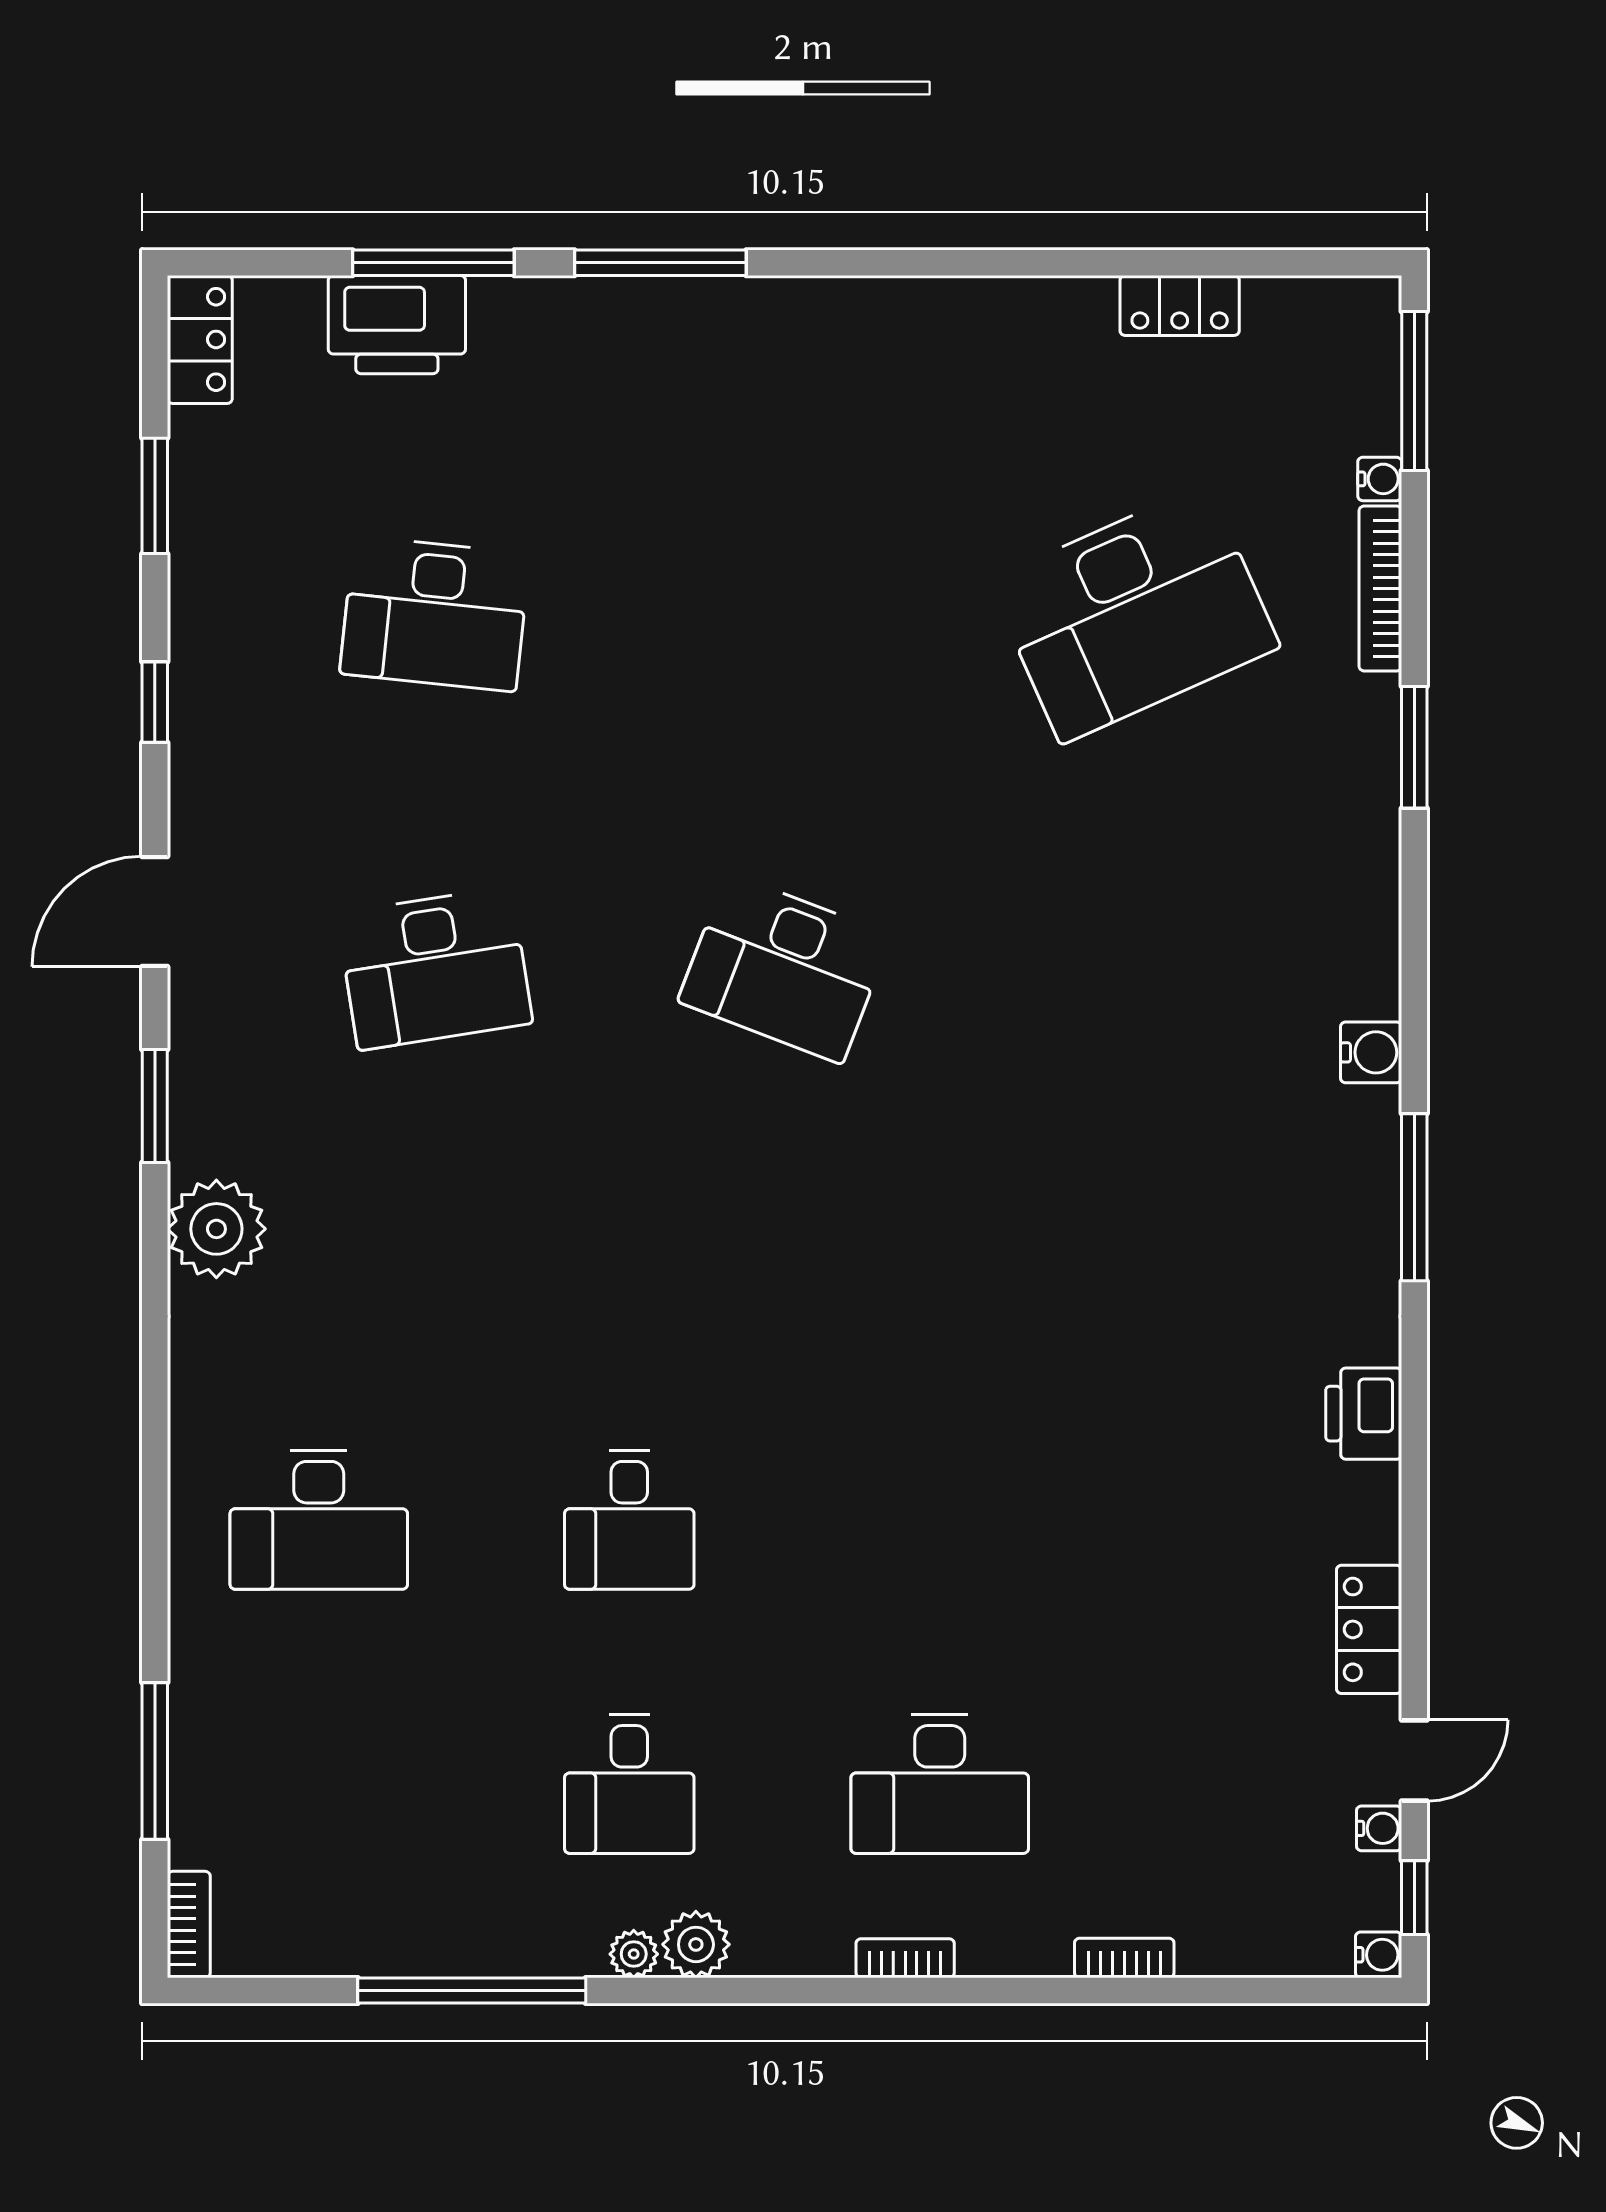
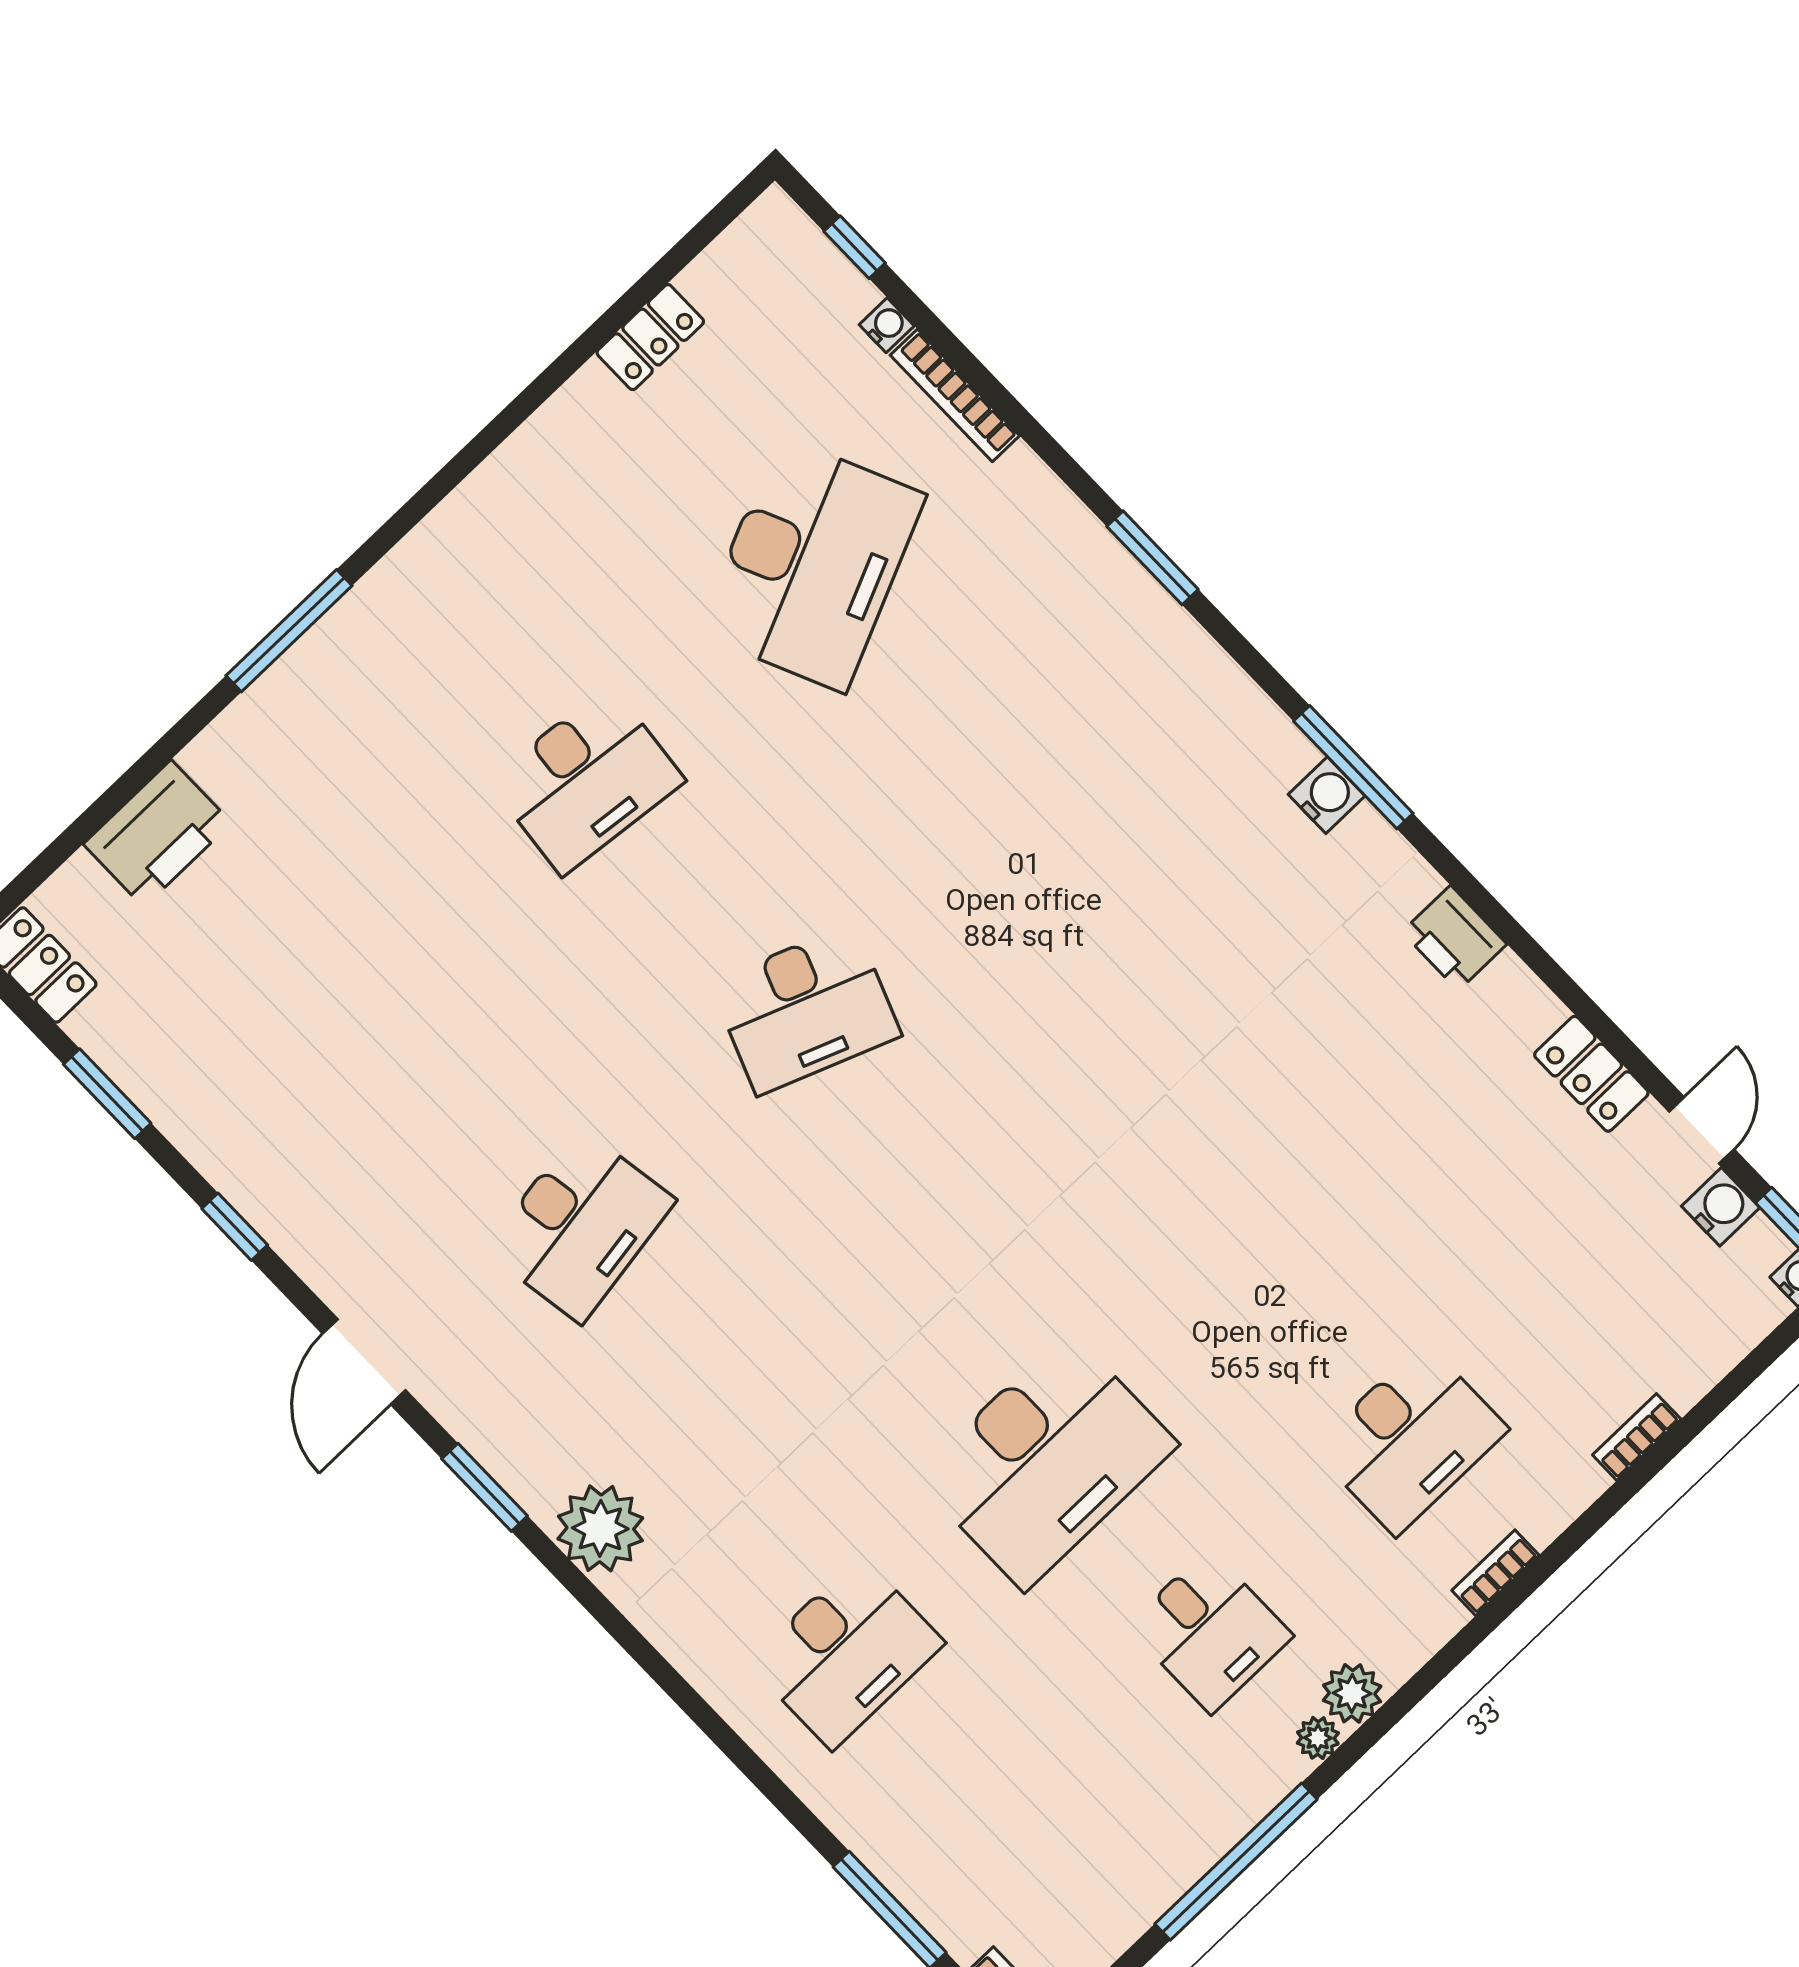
window: (433, 263) -> (143, 771), removed
window: (1414, 391) -> (855, 247), width x0.46
desk: (435, 614) -> (586, 780), moved
window: (1414, 747) -> (1153, 558), moved
water cooler: (1371, 1052) -> (1327, 795), moved
desk: (629, 1520) -> (1046, 1461), width x1.87, depth x1.30
water cooler: (1379, 1828) -> (1721, 1207), width x1.38, depth x1.38

